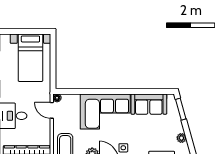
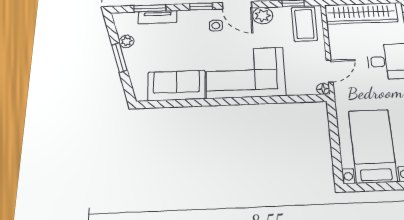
window: (181, 109) -> (119, 58), moved
door: (52, 110) -> (330, 71), hinge flipped

